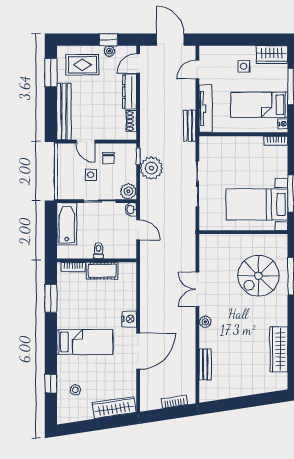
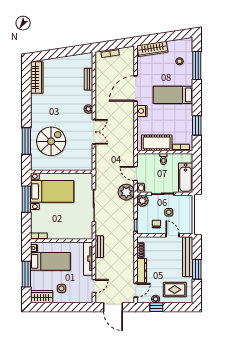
window: (51, 73) -> (197, 269), moved
plant: (151, 168) -> (126, 192), moved
cot: (102, 271) -> (157, 143), width x1.37, depth x1.34
wardrobe: (279, 349) -> (37, 78), moved
window: (51, 384) -> (197, 66), width x2.17

